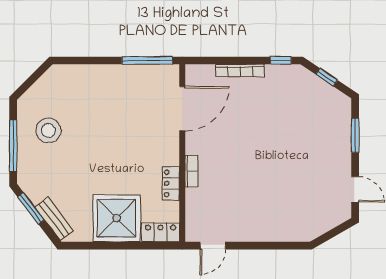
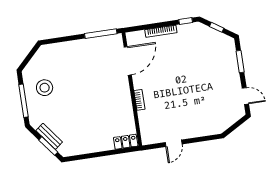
locker: (171, 183) -> (128, 110), removed
window: (31, 208) -> (48, 146), moved
shower: (117, 218) -> (96, 137), removed
bench: (54, 219) -> (49, 136), moved
door: (213, 246) -> (174, 143), moved

